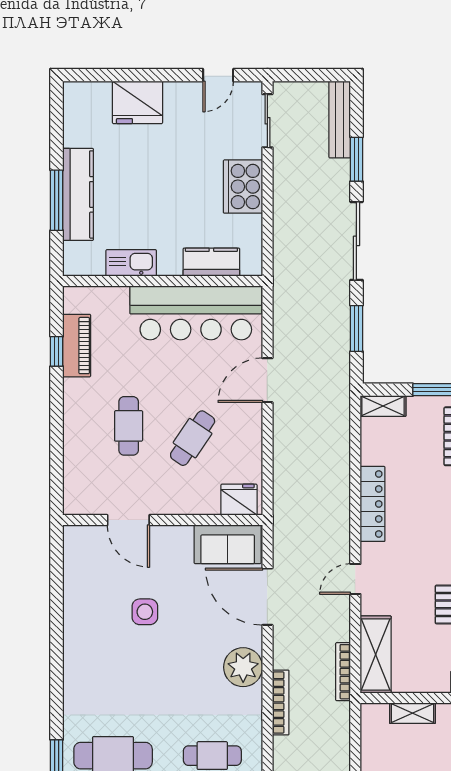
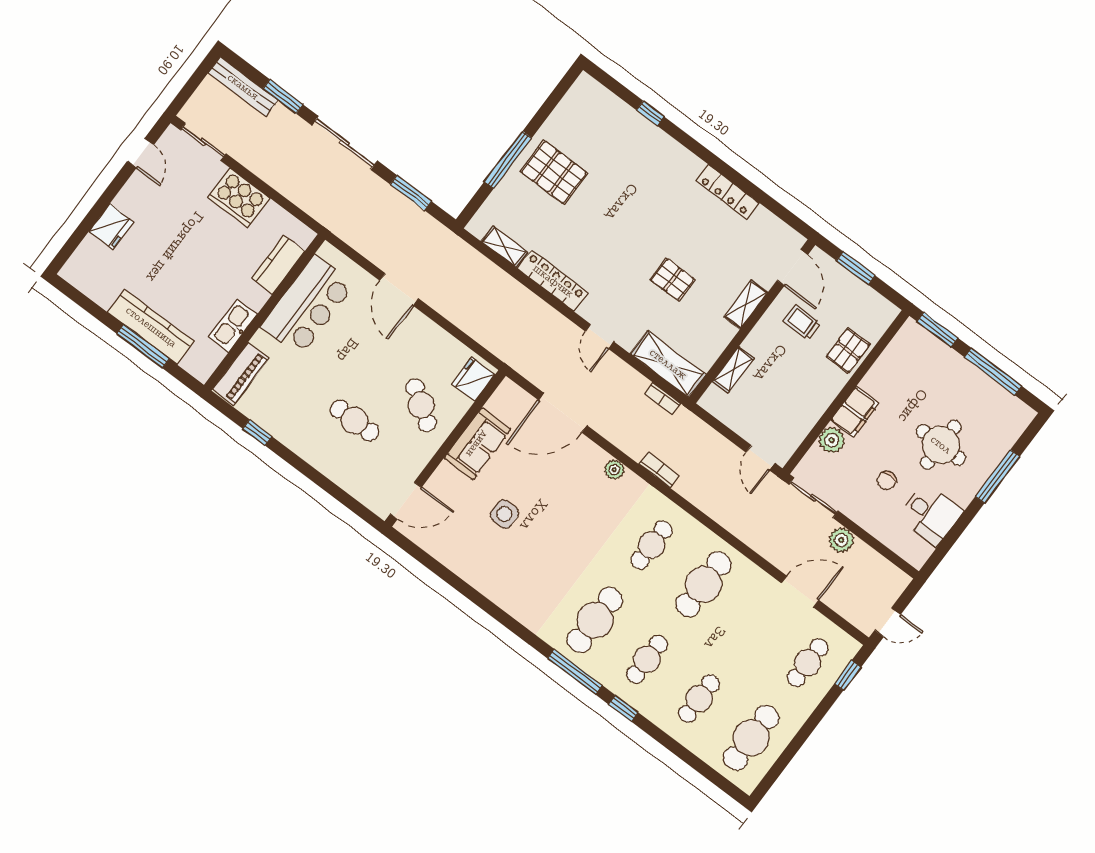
fridge: (137, 102) -> (111, 227), width x0.73, depth x0.75
bar counter: (196, 313) -> (308, 305), width x0.73
piano: (77, 346) -> (241, 374), moved, turned 90
shelving: (383, 406) -> (504, 247), moved, turned 90
cafe table: (193, 438) -> (421, 405), moved
door: (128, 520) -> (406, 501), moved
sofa: (228, 544) -> (477, 444), moved
plant: (243, 667) -> (614, 470), width x0.53, depth x0.53
bookcase: (343, 672) -> (662, 398), width x0.64
bookcase: (281, 702) -> (659, 470), width x0.64

